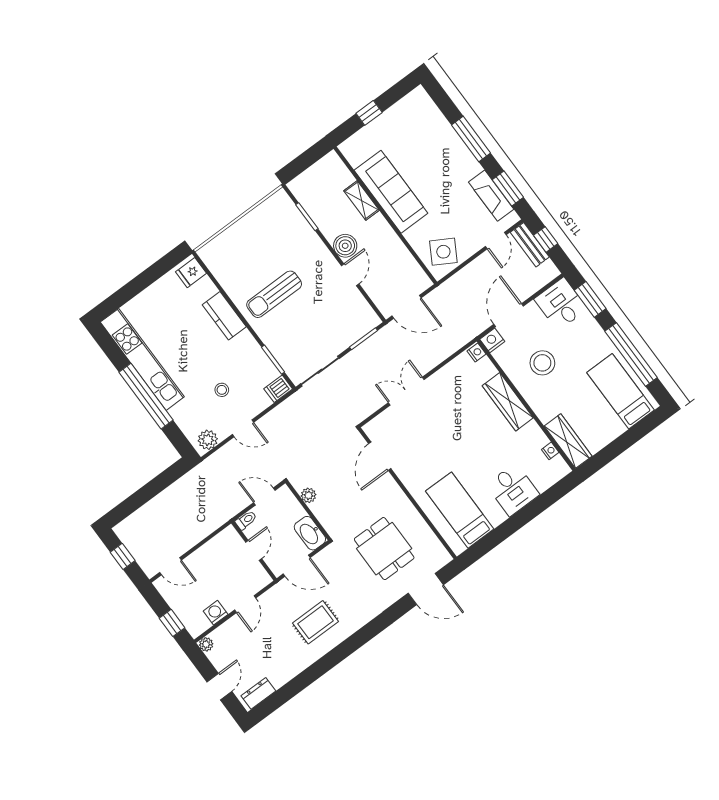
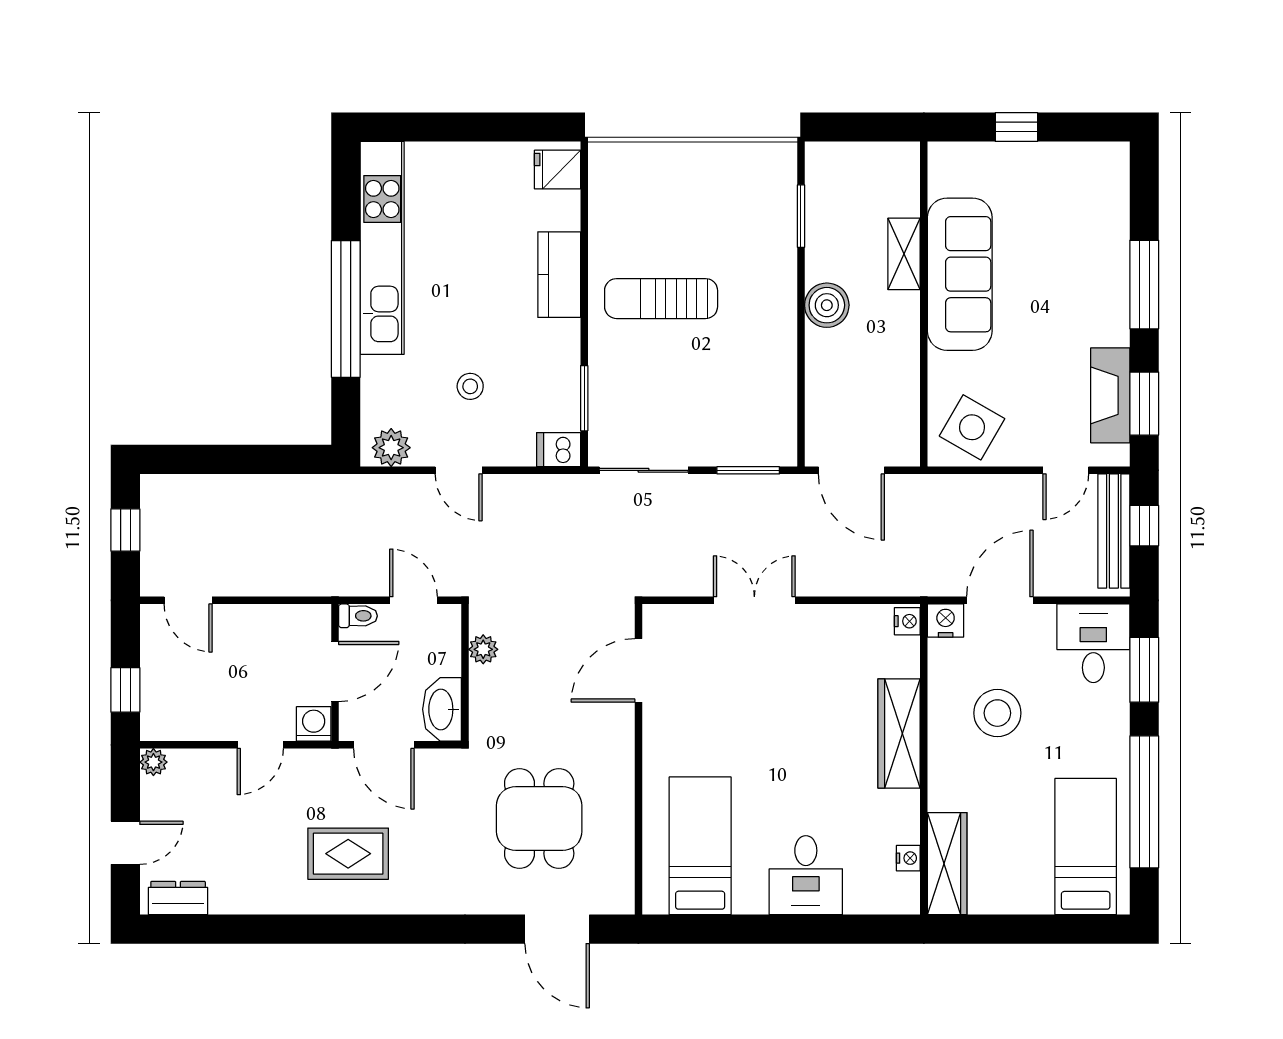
bench: (530, 245) -> (1114, 531), width x1.36
door: (350, 275) -> (801, 356), removed
door: (254, 550) -> (335, 671), width x1.38
washing machine: (216, 613) -> (314, 724), moved

